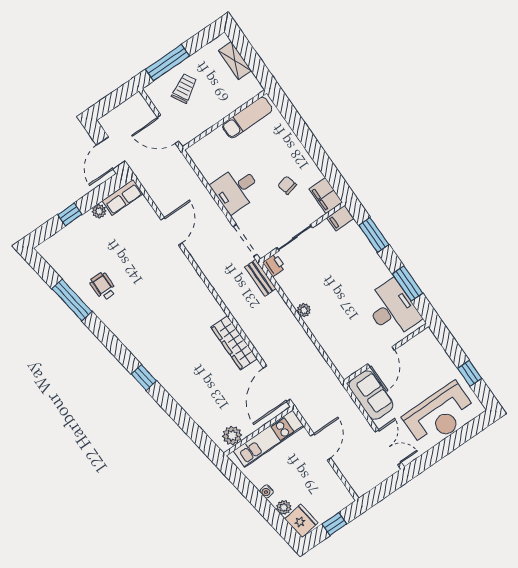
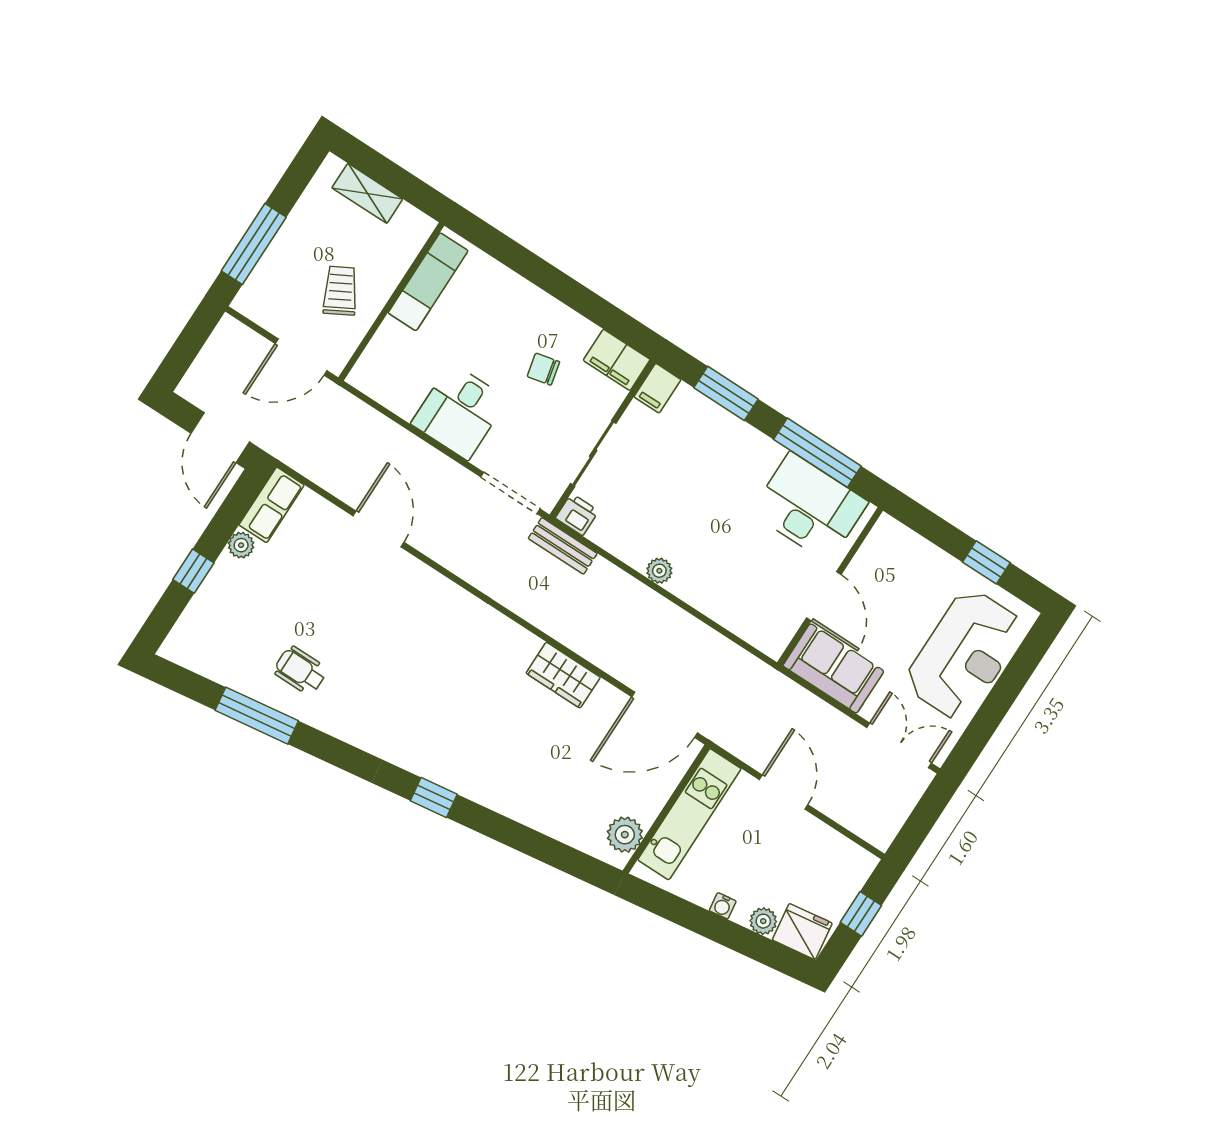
trolley: (184, 88) -> (340, 291), moved
window: (407, 284) -> (817, 453), width x1.44
wardrobe: (234, 343) -> (563, 675), width x0.67
door: (277, 384) -> (665, 715), hinge flipped

